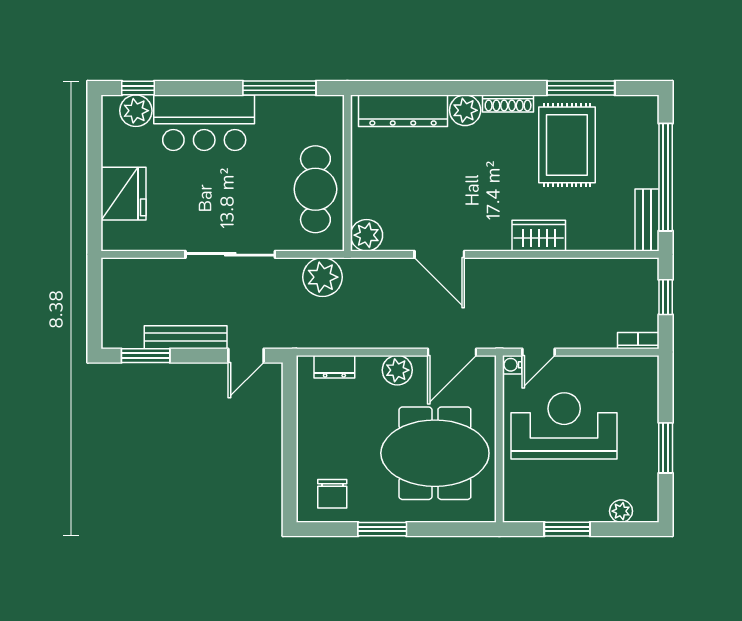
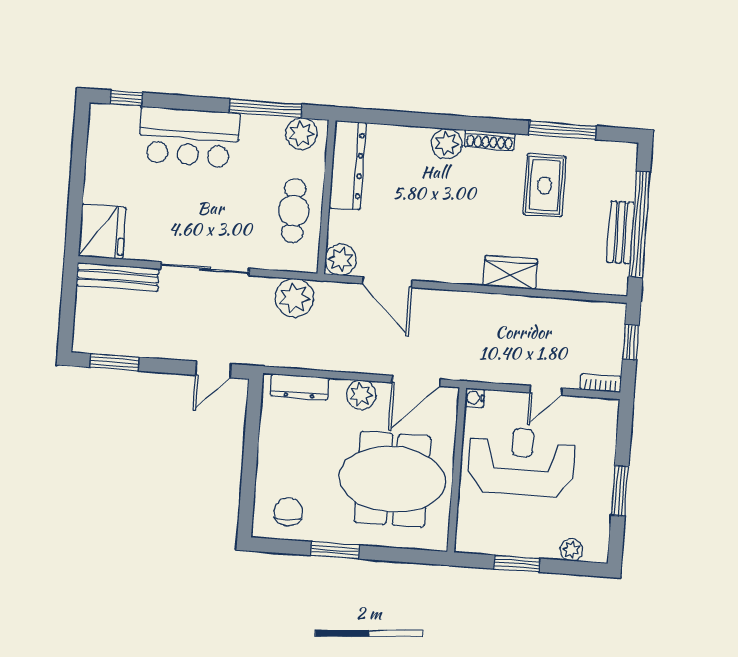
plant: (136, 111) -> (301, 134), moved
dresser: (403, 111) -> (348, 165), moved, turned -90
rug: (567, 145) -> (545, 185), width x0.73, depth x0.70
cafe table: (315, 189) -> (294, 211), width x0.73, depth x0.74
fridge: (124, 194) -> (102, 232), moved
bench: (647, 220) -> (620, 232), moved
door: (439, 254) -> (387, 282), moved
bench: (186, 337) -> (118, 277), moved
door: (538, 352) -> (546, 390), moved
dresser: (334, 367) -> (300, 387), width x1.44
chair: (332, 494) -> (288, 512), turned 180

